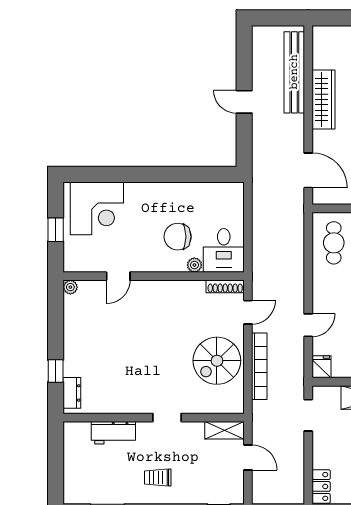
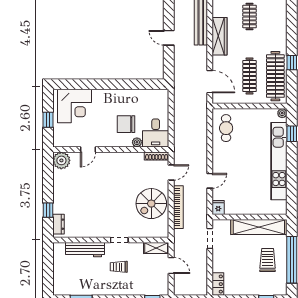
plant: (70, 287) -> (61, 160), width x1.88, depth x1.88
workbench: (113, 433) -> (85, 250), width x1.38
trolley: (158, 478) -> (119, 267), moved

